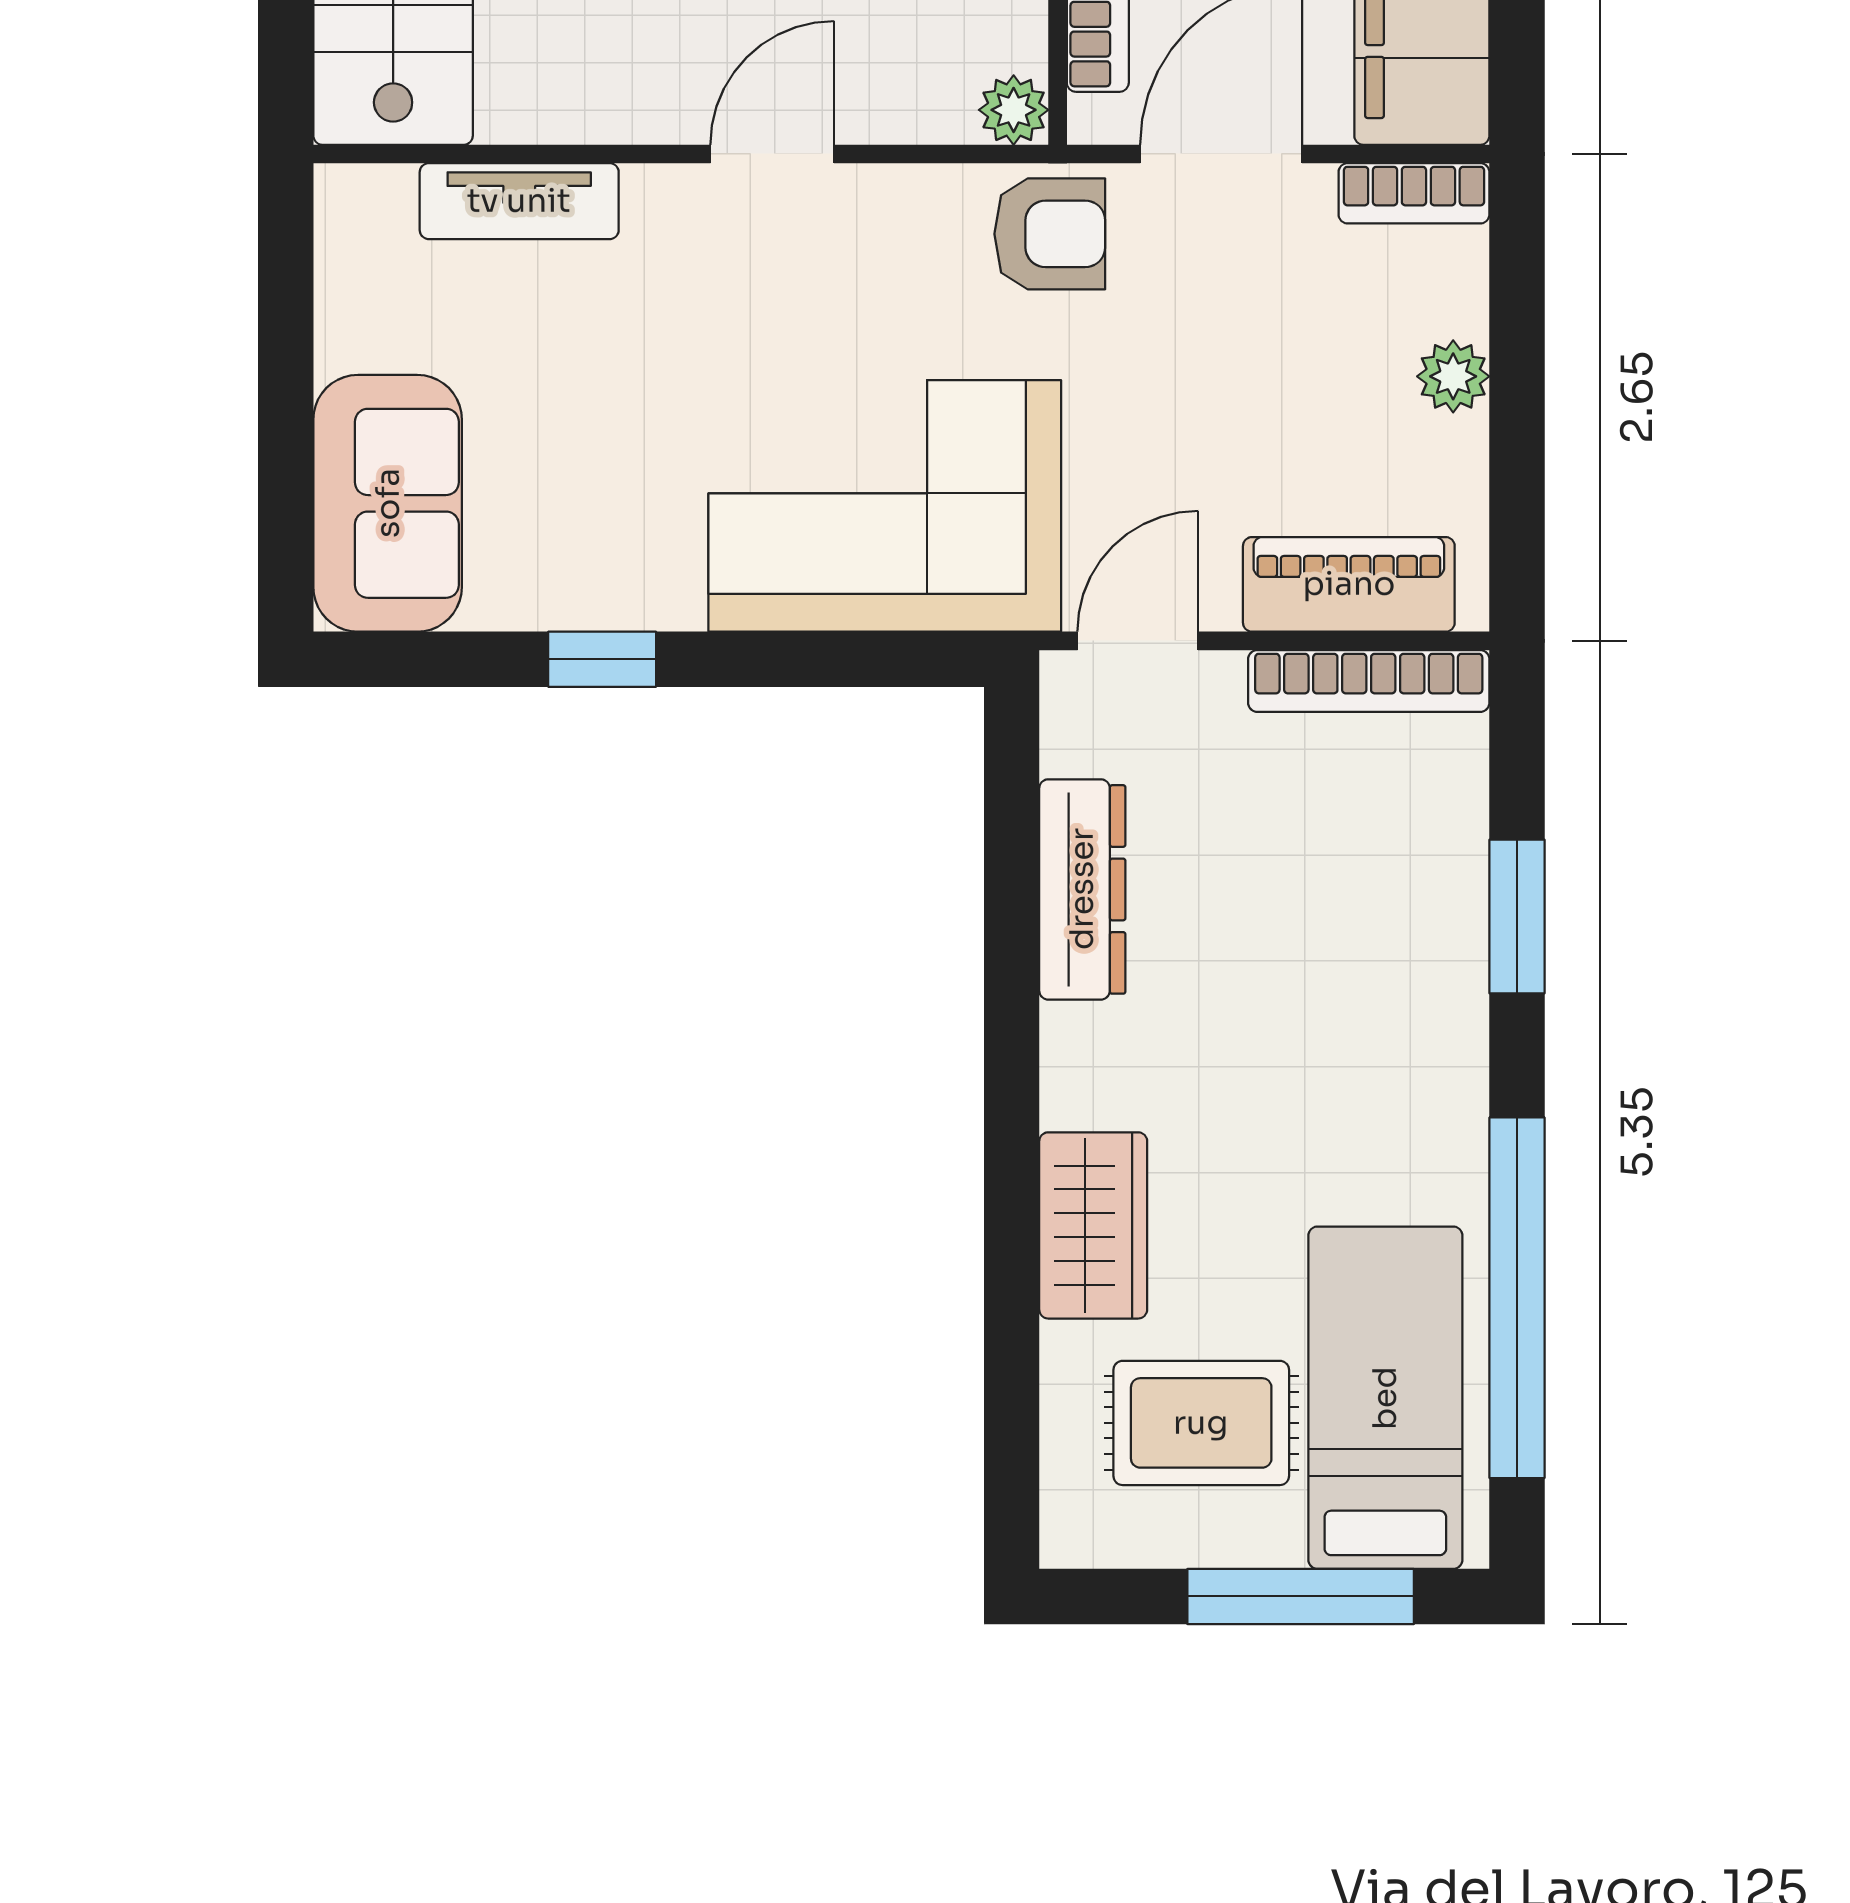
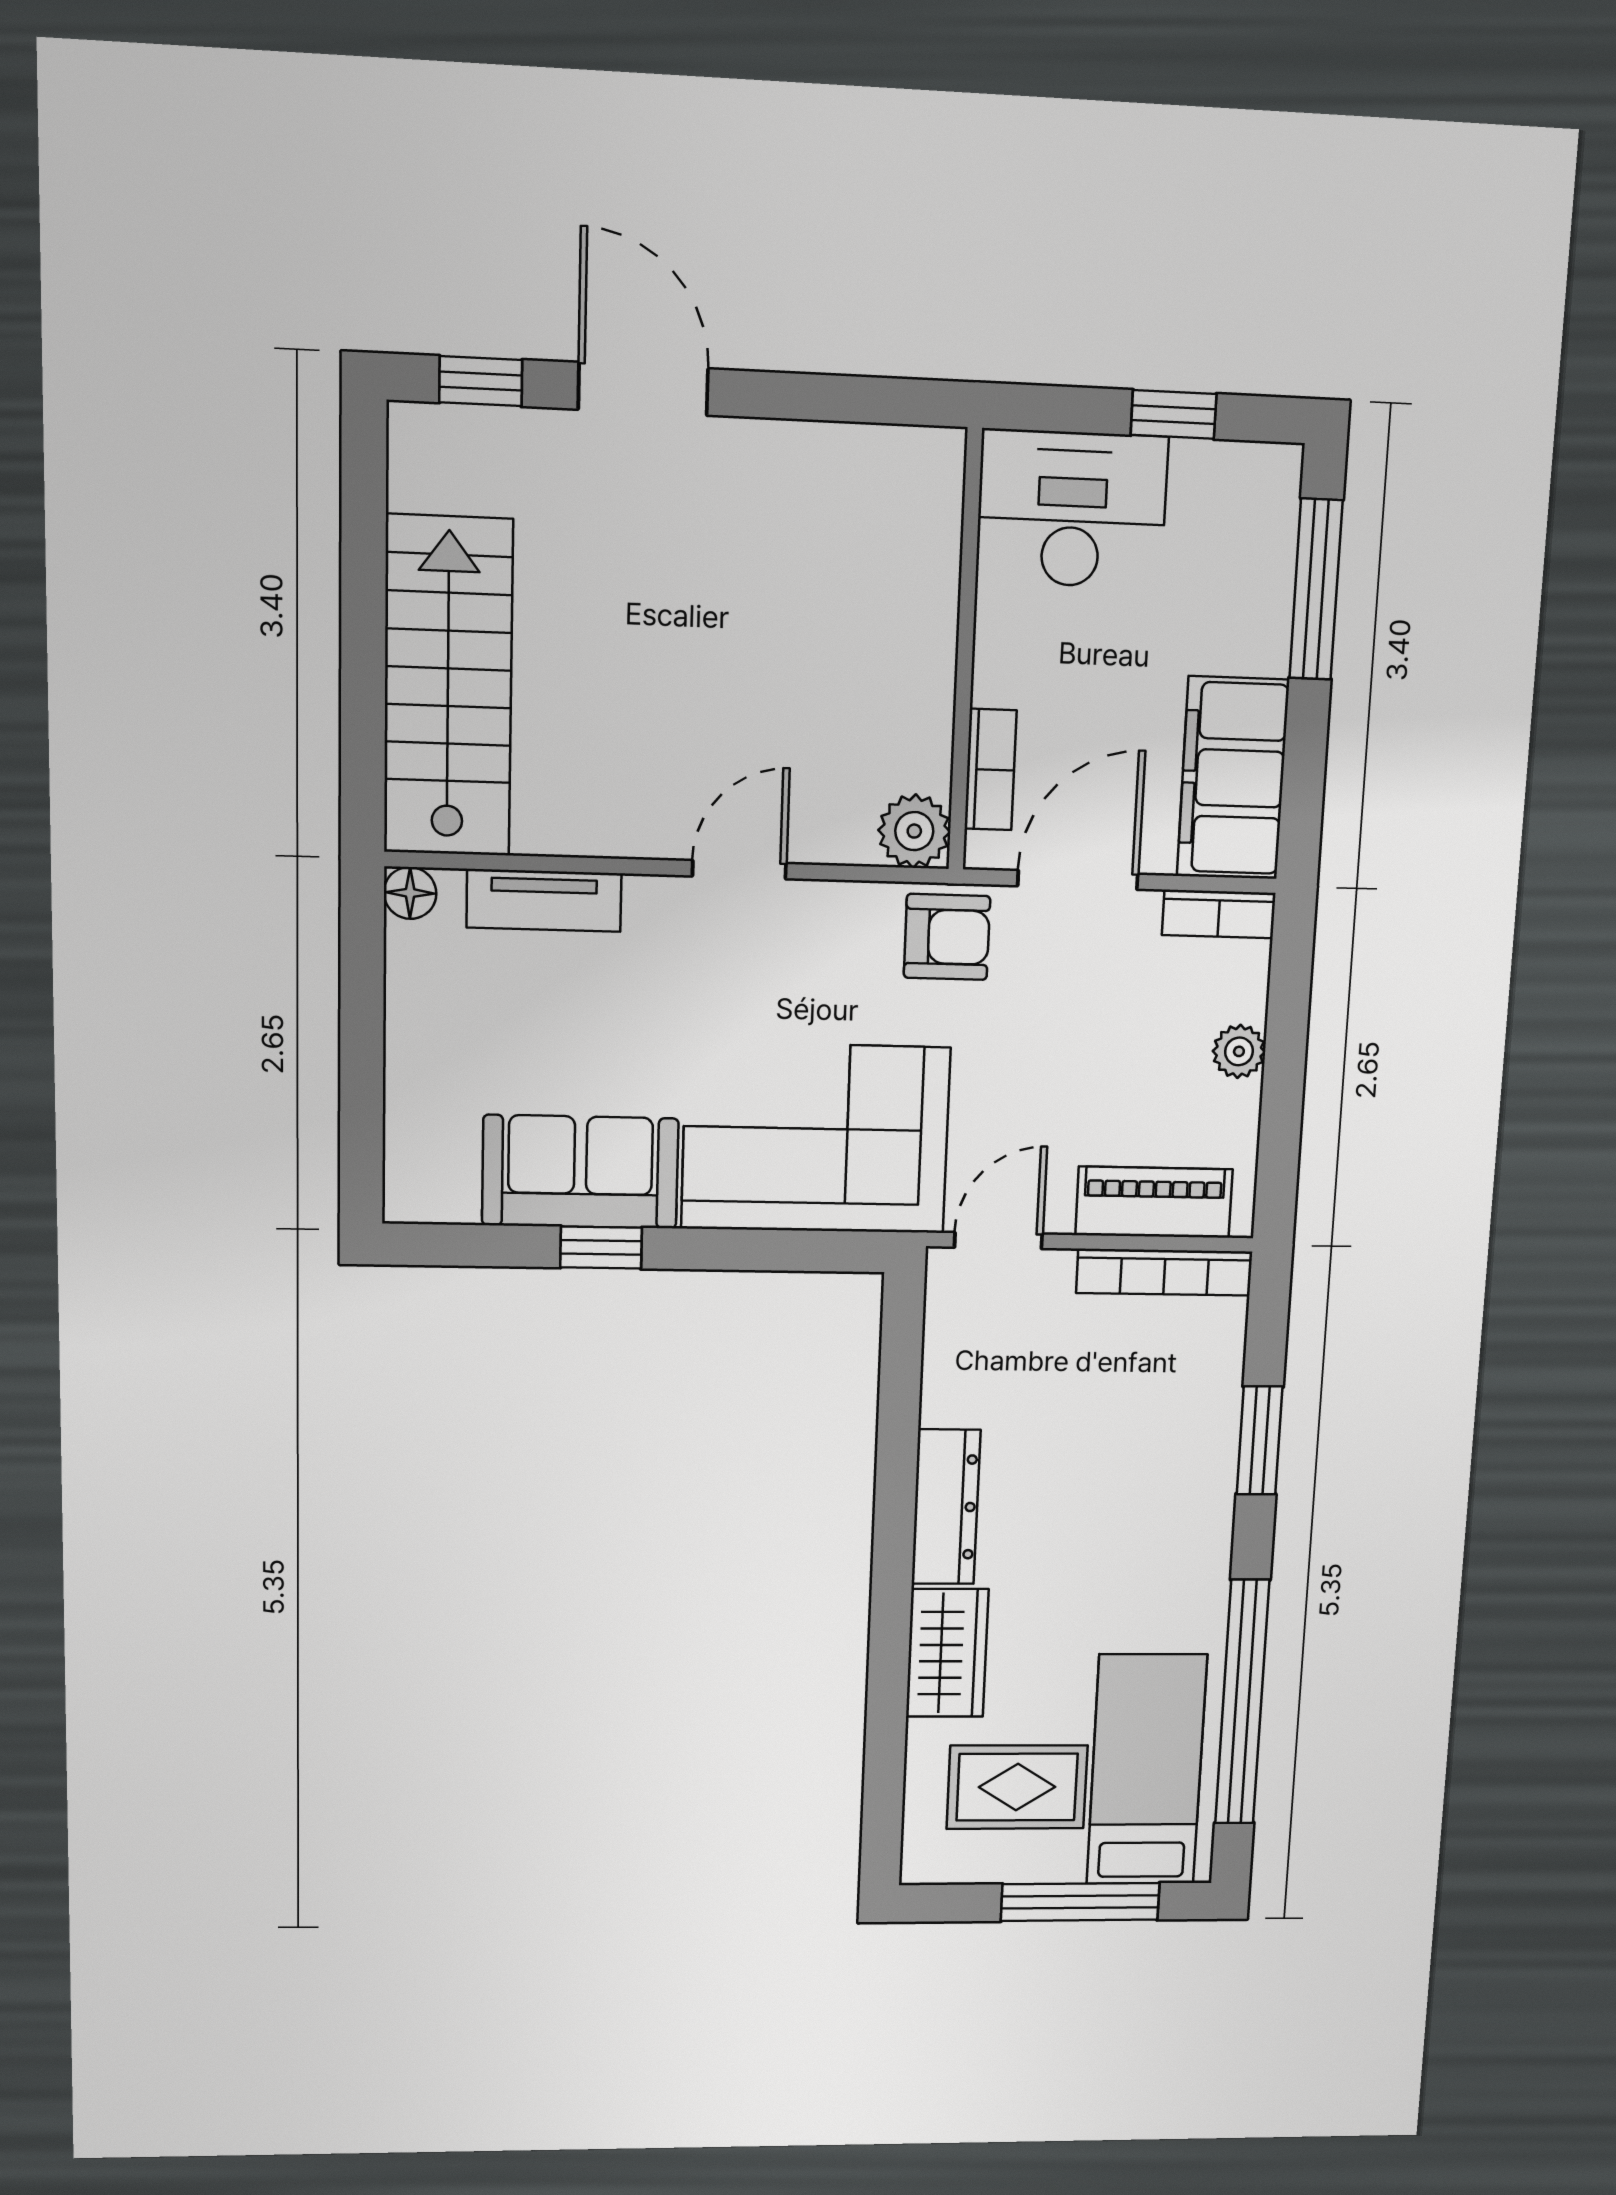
plant: (1014, 110) -> (914, 831), width x1.38, depth x1.38
floor lamp: (347, 197) -> (410, 893), added
sofa: (388, 503) -> (580, 1172), moved, turned -90
dresser: (1082, 889) -> (946, 1507), moved

